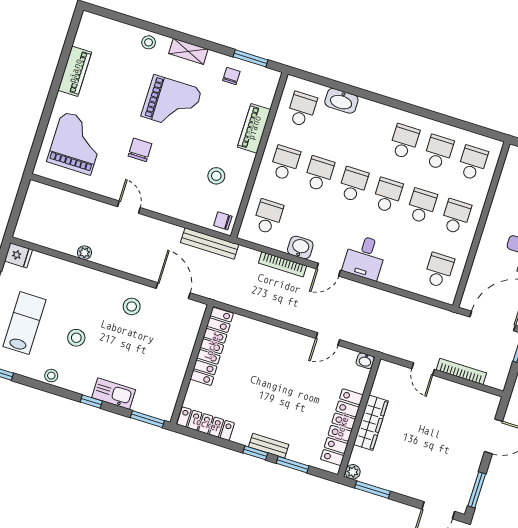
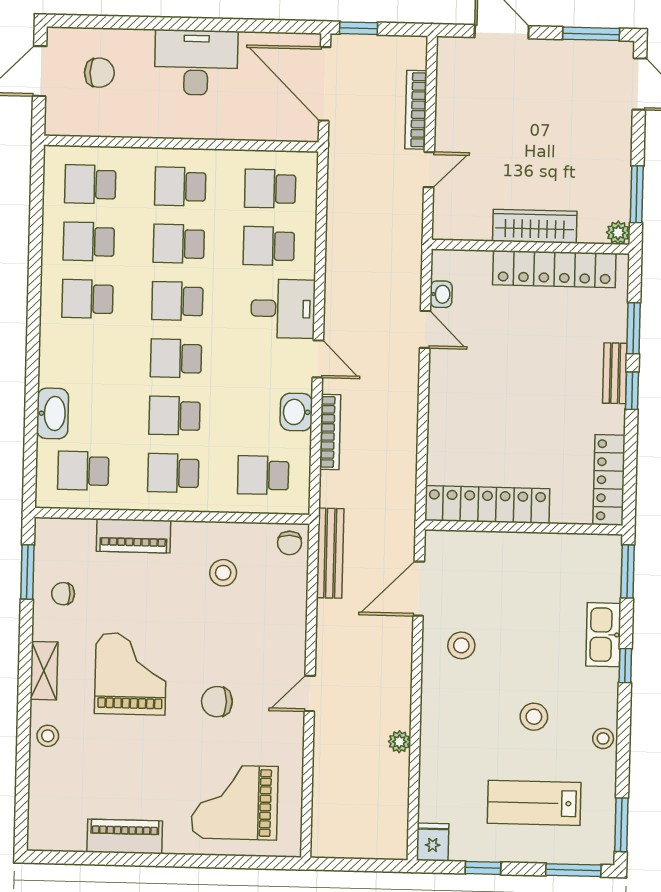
school desk: (405, 260) -> (269, 246), added
washbasin: (365, 361) -> (441, 294), moved

